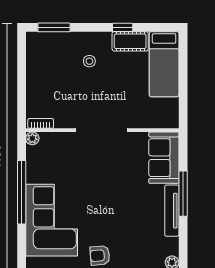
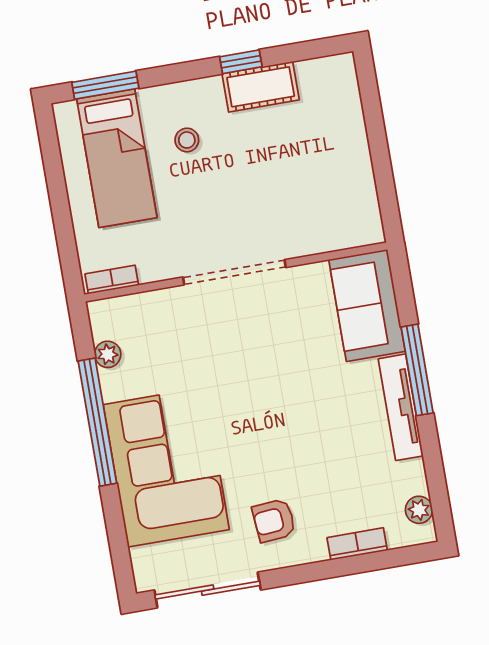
bed: (164, 64) -> (117, 158), moved
plant: (32, 138) -> (108, 354), moved

